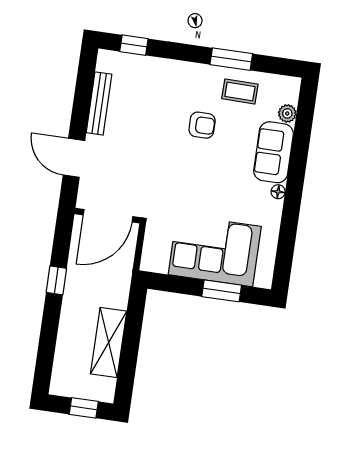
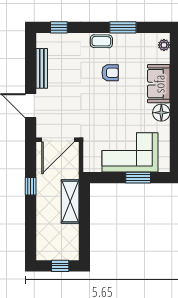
coffee table: (240, 91) -> (101, 41), moved
plant: (287, 113) -> (164, 45), moved
floor lamp: (278, 192) -> (161, 113), width x1.89, depth x1.89
shelving: (109, 343) -> (70, 202), moved

